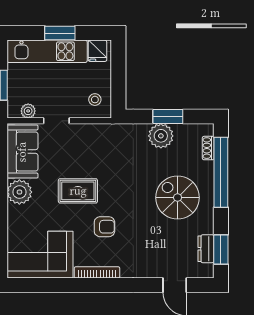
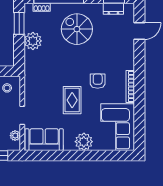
window: (168, 116) -> (19, 23), moved
plant: (19, 192) -> (84, 142), moved
spiral stairs: (178, 198) -> (77, 29), turned 90

